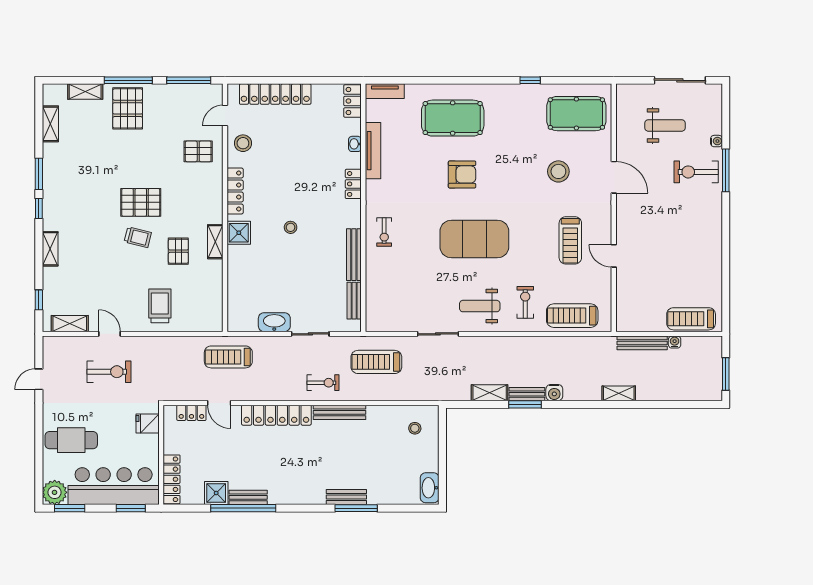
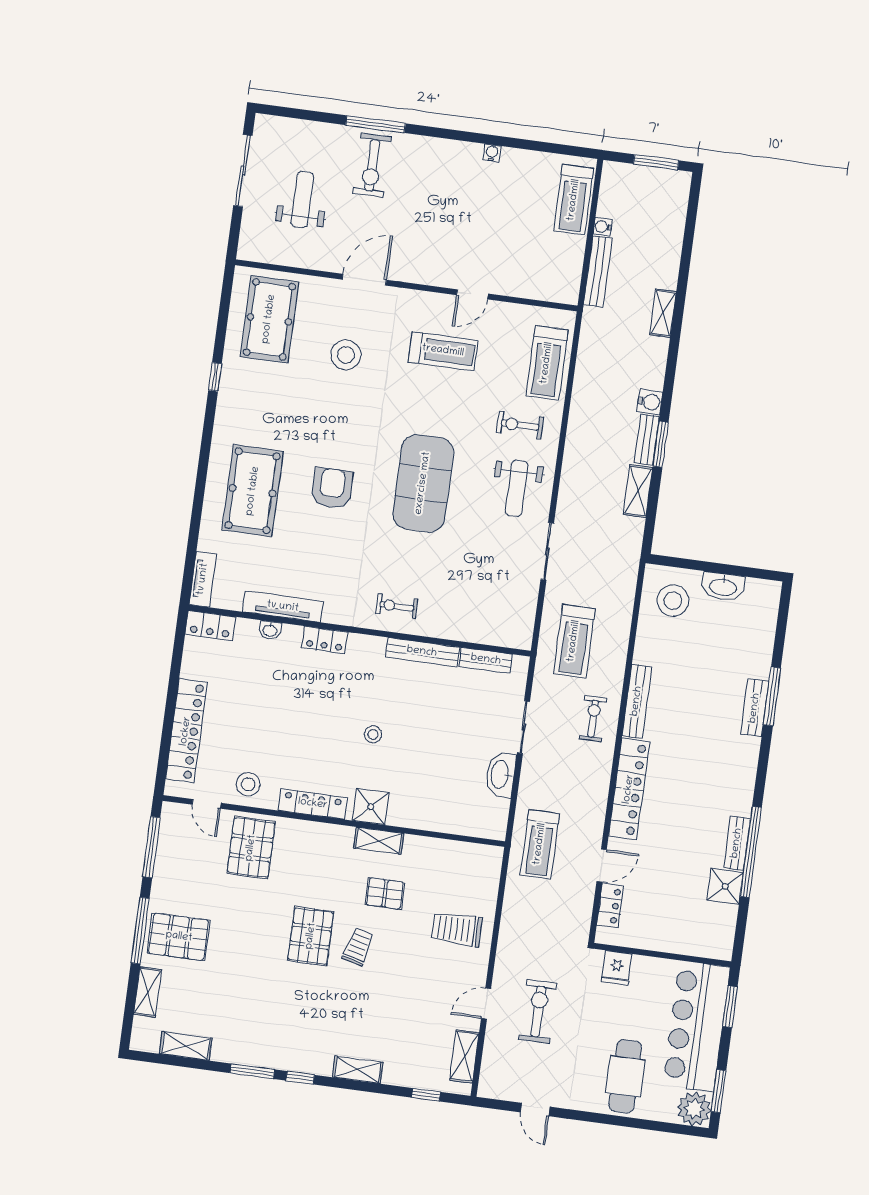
water cooler: (716, 141) -> (492, 153), moved
pallet: (198, 151) -> (251, 848), width x1.50, depth x1.42
exercise bike: (384, 232) -> (397, 606), turned 180
stool: (415, 428) -> (673, 601), width x1.89, depth x1.89
locker: (172, 479) -> (698, 945), removed
washbasin: (430, 488) -> (723, 587), moved

